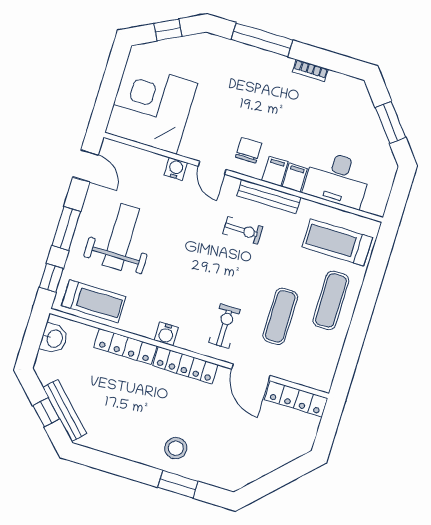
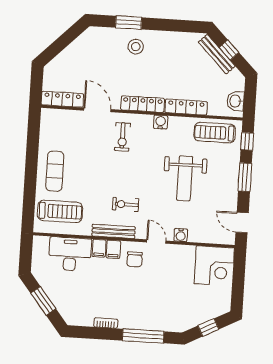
corner desk: (151, 108) -> (214, 266), width x0.74, depth x0.74
weight bench: (121, 237) -> (185, 178), moved
exercise mat: (280, 316) -> (87, 152), removed

